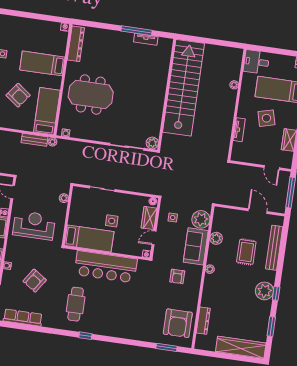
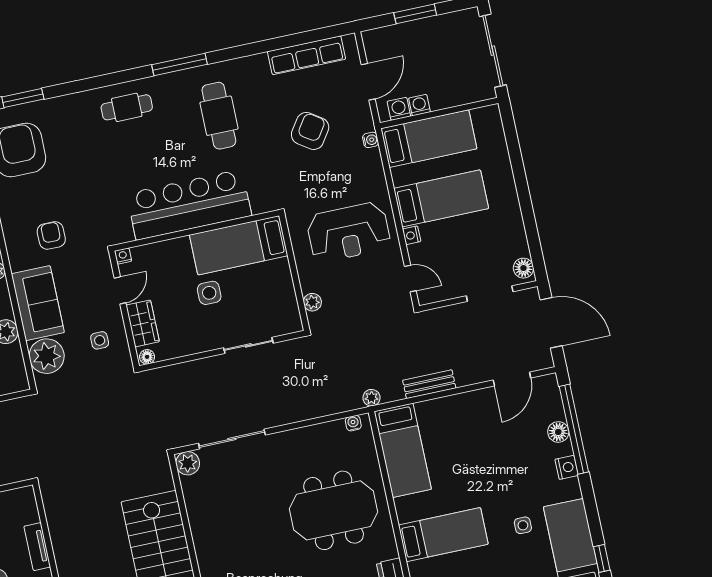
armchair: (18, 95) -> (466, 460), removed
bench: (34, 140) -> (429, 384), moved
cafe table: (118, 324) -> (127, 107), added
window: (85, 336) -> (180, 64), width x2.17

